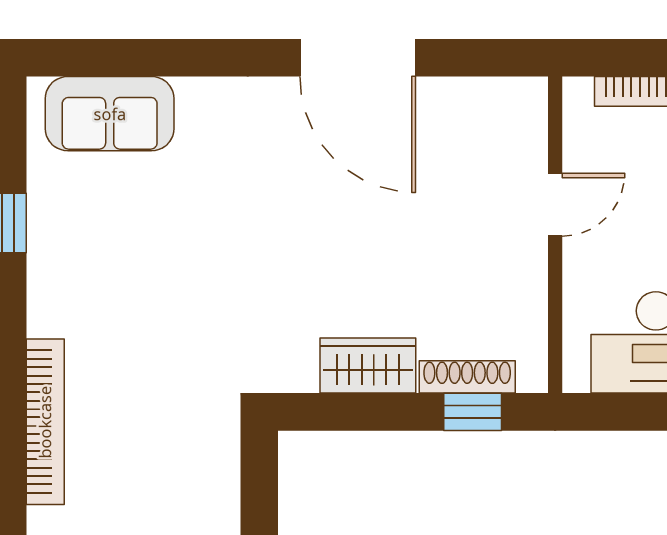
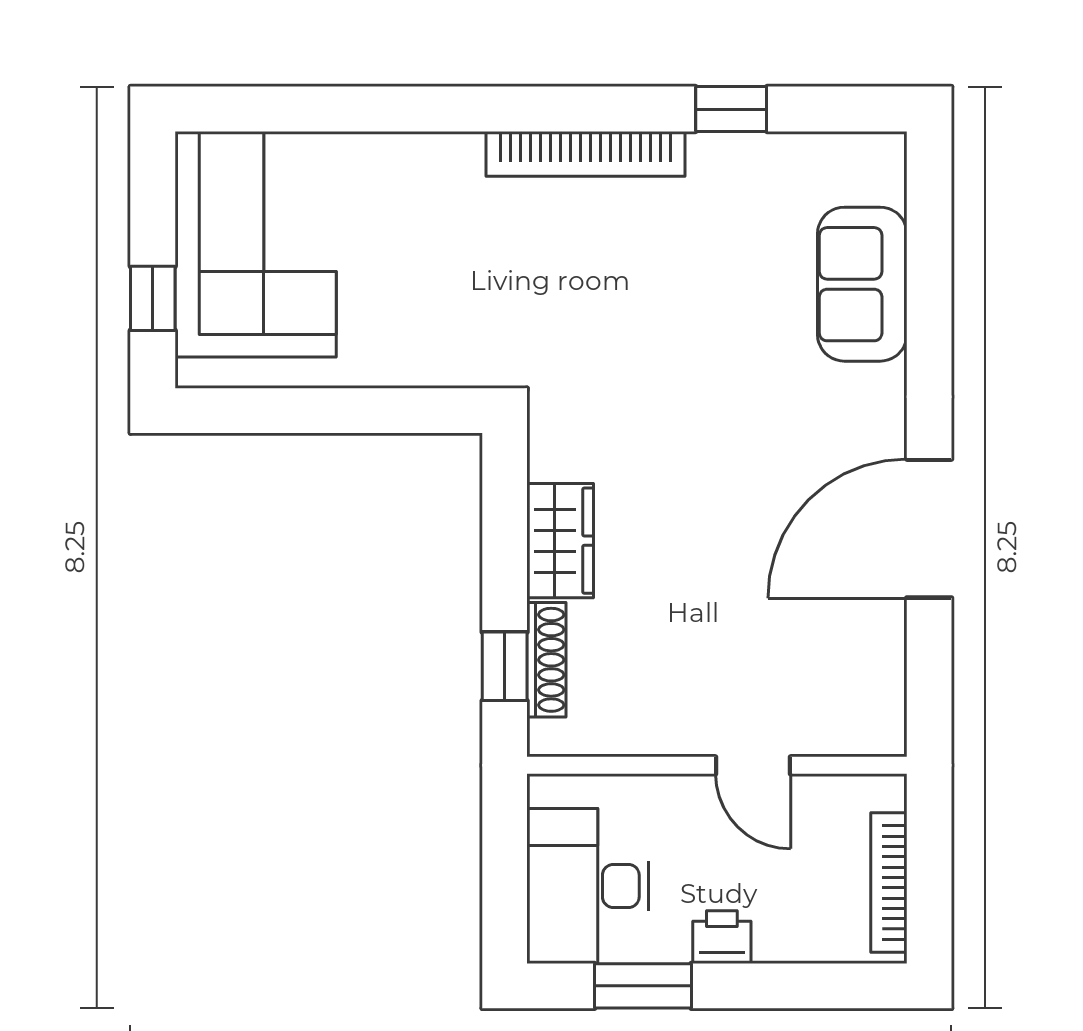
sofa: (110, 114) -> (862, 284), moved
bookcase: (45, 422) -> (586, 154), moved

